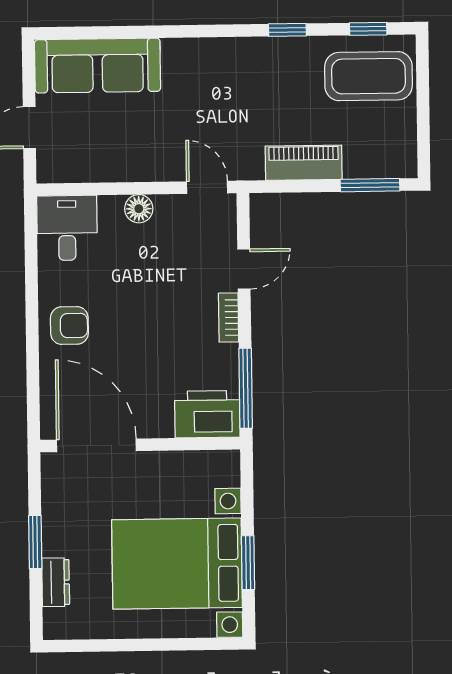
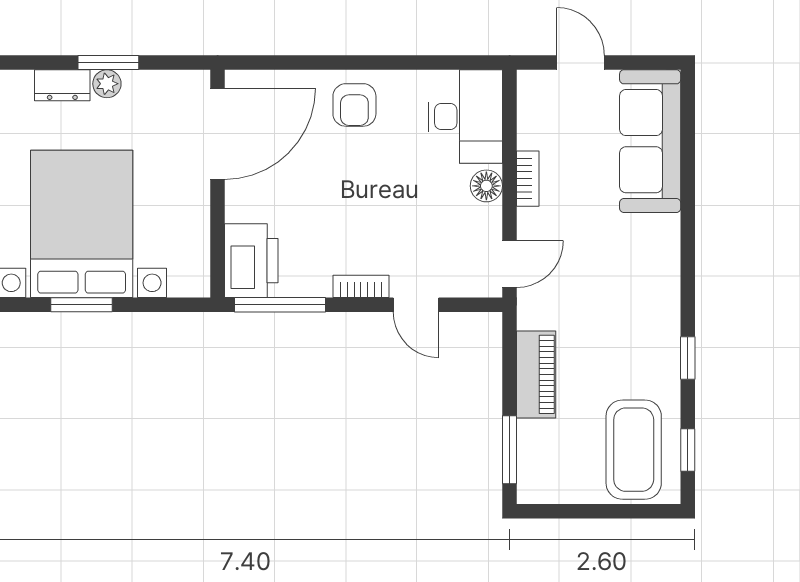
bookcase: (132, 172) -> (528, 179), added
desk: (67, 228) -> (466, 117), width x1.37
plant: (54, 543) -> (107, 84), added

